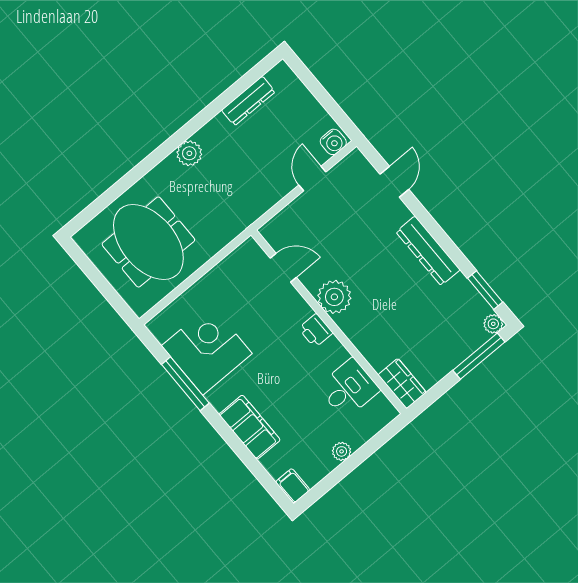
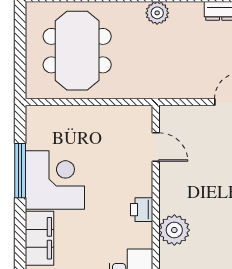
plant: (334, 297) -> (174, 230), moved
corner desk: (207, 350) -> (55, 180), moved

